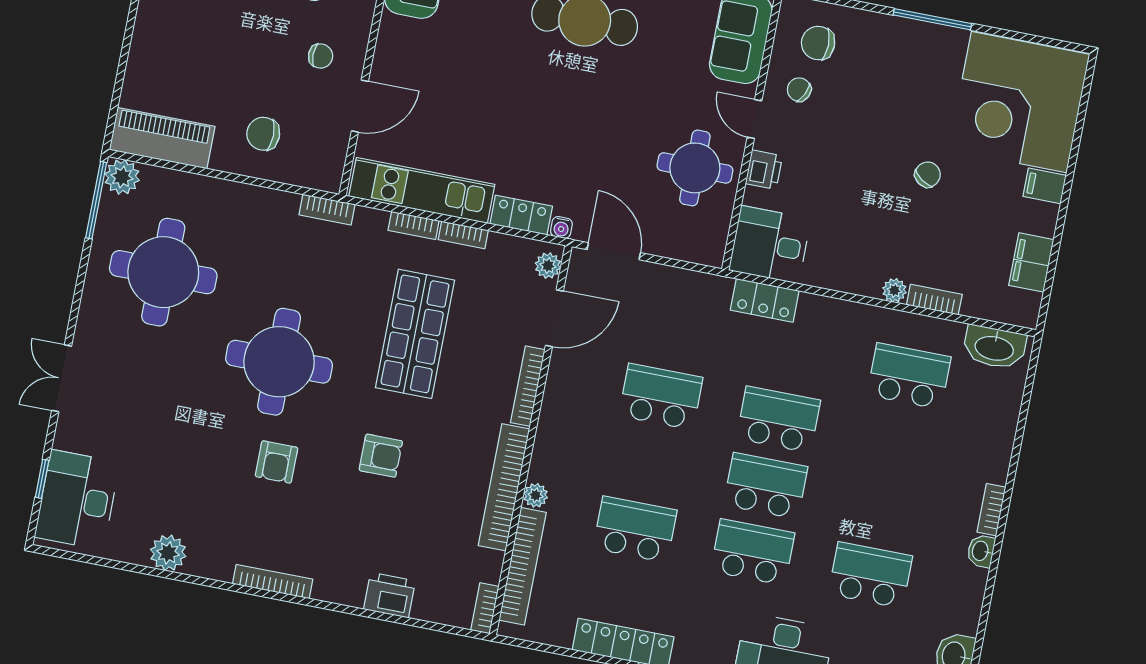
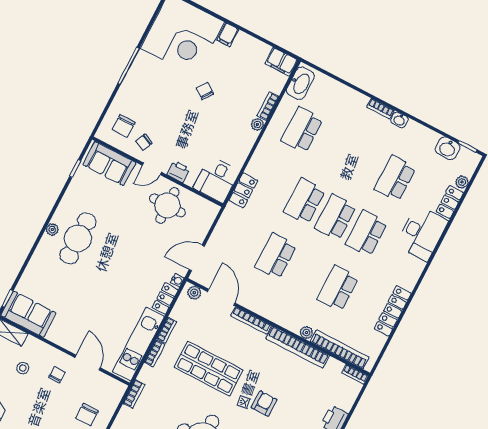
filing cabinet: (1031, 262) -> (281, 62), moved

